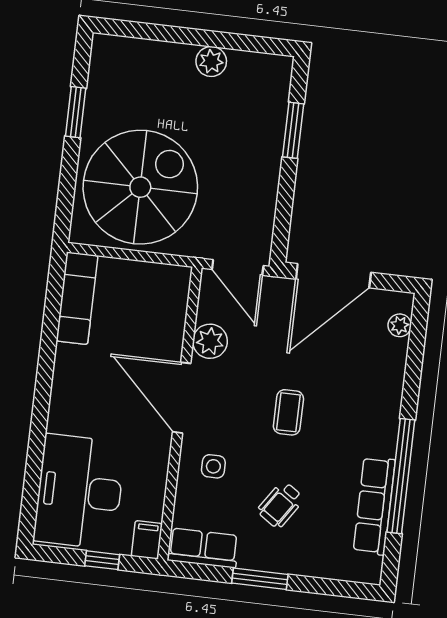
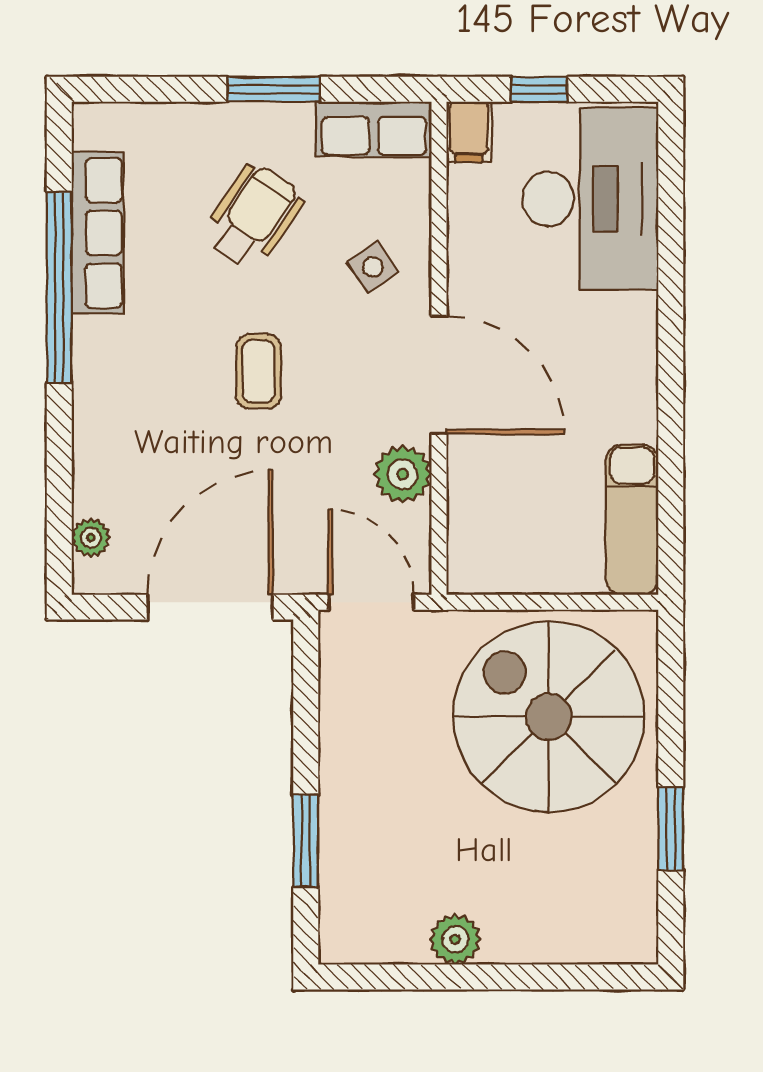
spiral stairs: (140, 187) -> (549, 717), turned 90
side table: (213, 466) -> (373, 267), turned -34
wheelchair: (281, 505) -> (253, 216), width x1.36, depth x1.37

